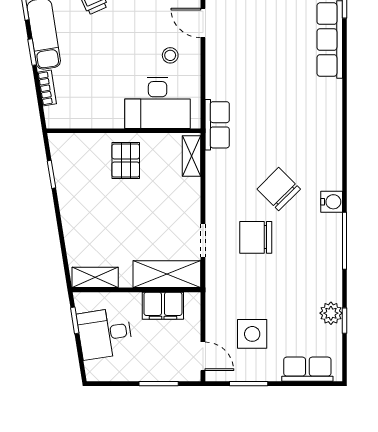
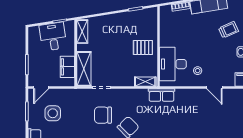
door: (203, 23) -> (214, 88), swing flipped
chair: (256, 237) -> (103, 115), turned -90

